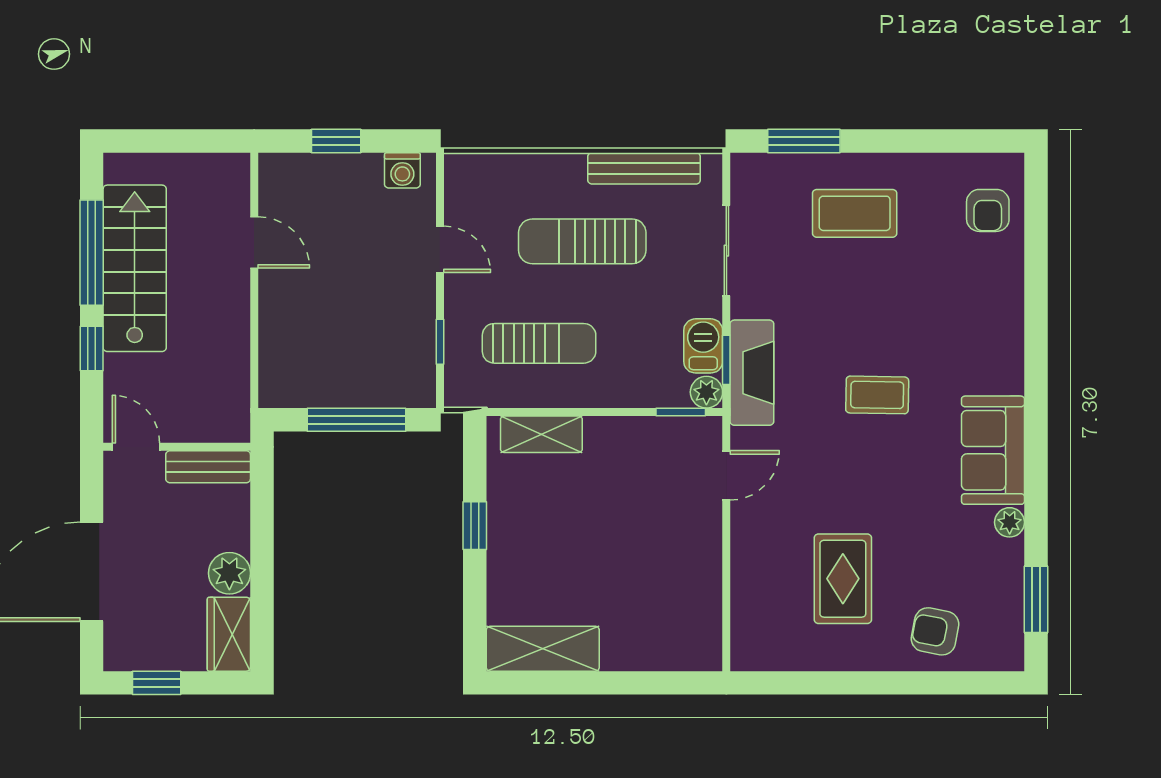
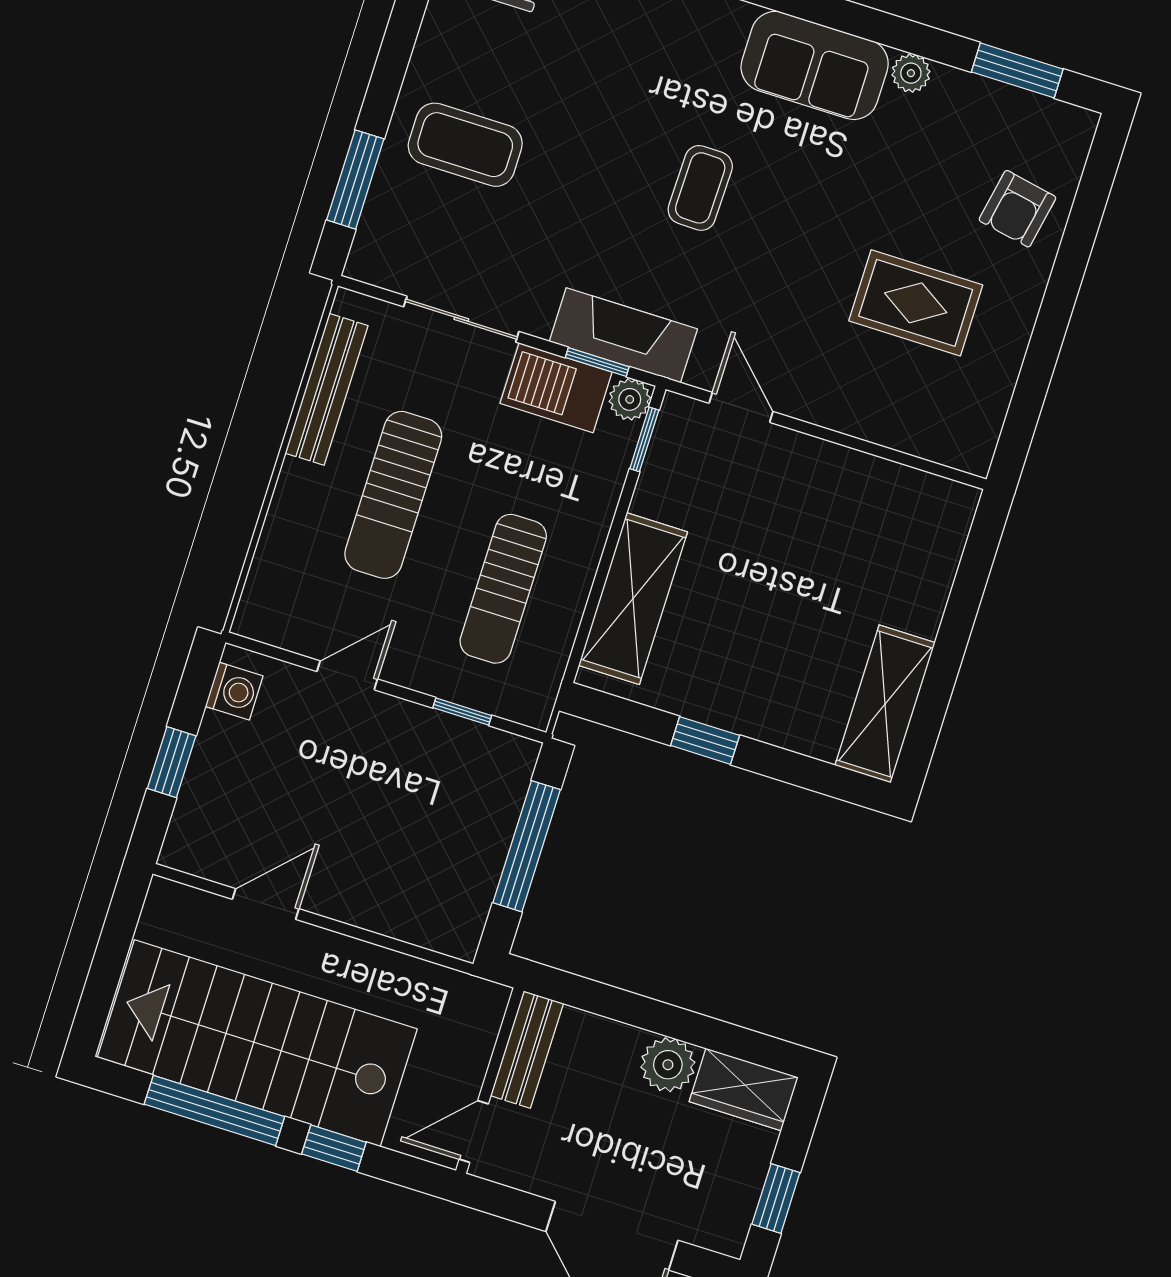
coffee table: (855, 213) -> (465, 145), turned 90
stairs: (135, 268) -> (257, 1043), width x1.36, depth x1.51
sun lounger: (539, 343) -> (503, 589), turned 180
barbecue: (703, 346) -> (556, 388), width x1.38, depth x1.27
shelving: (541, 434) -> (633, 599), width x1.50, depth x1.33

